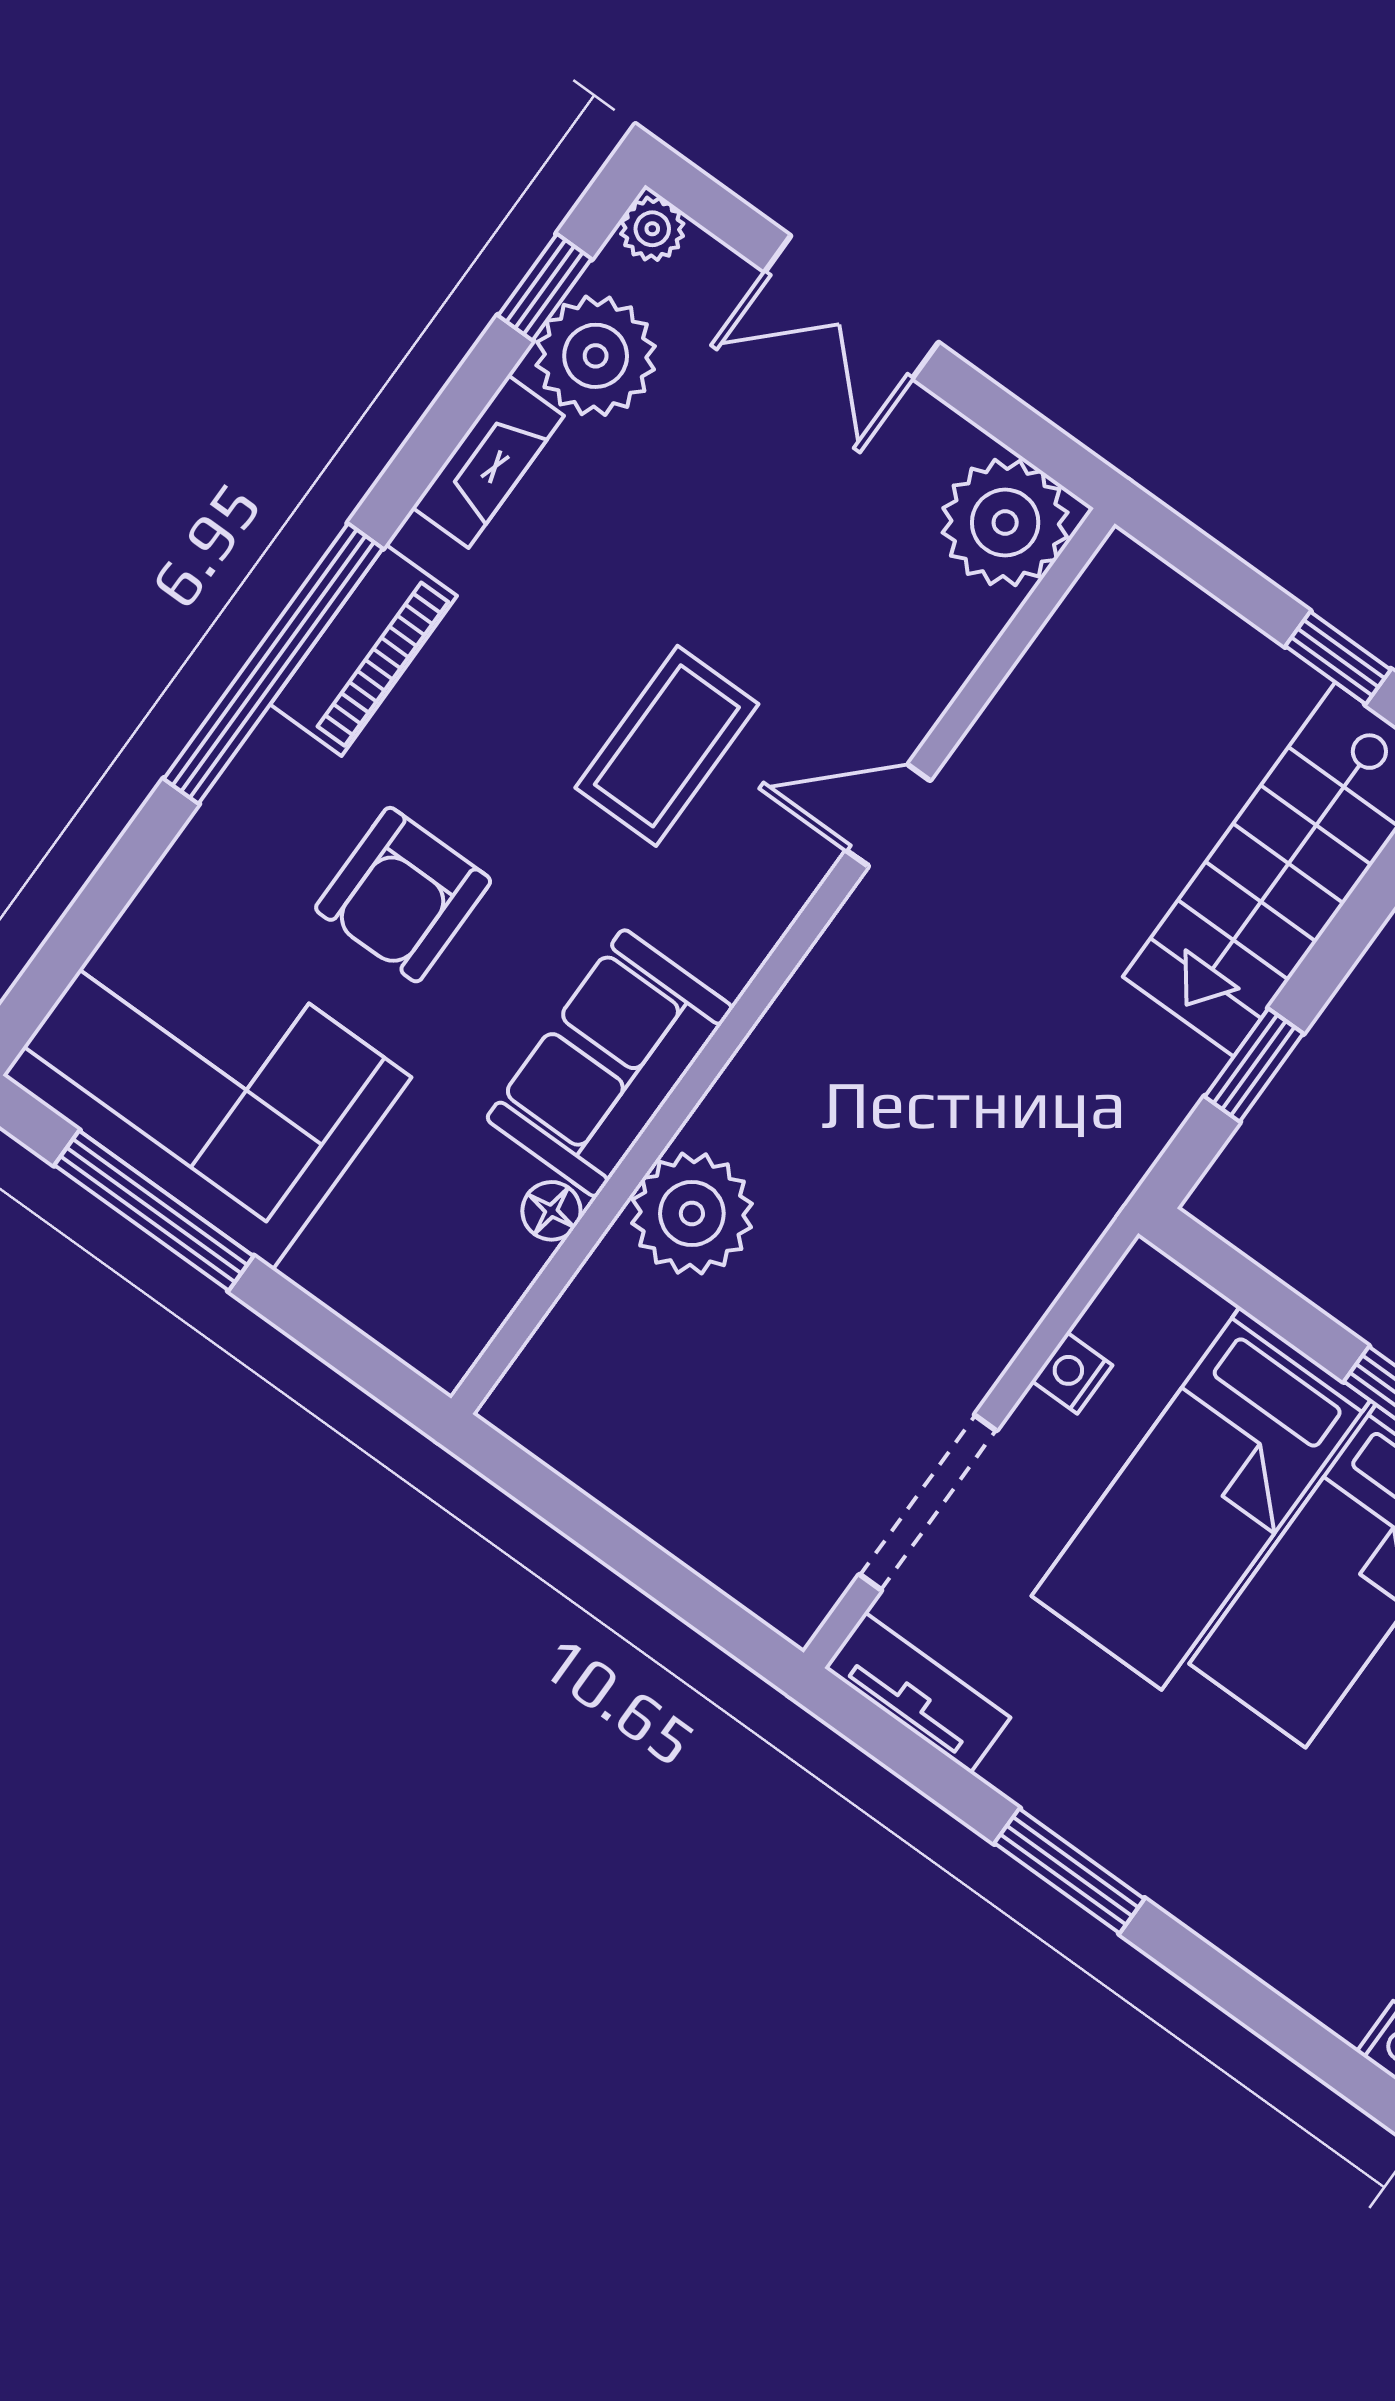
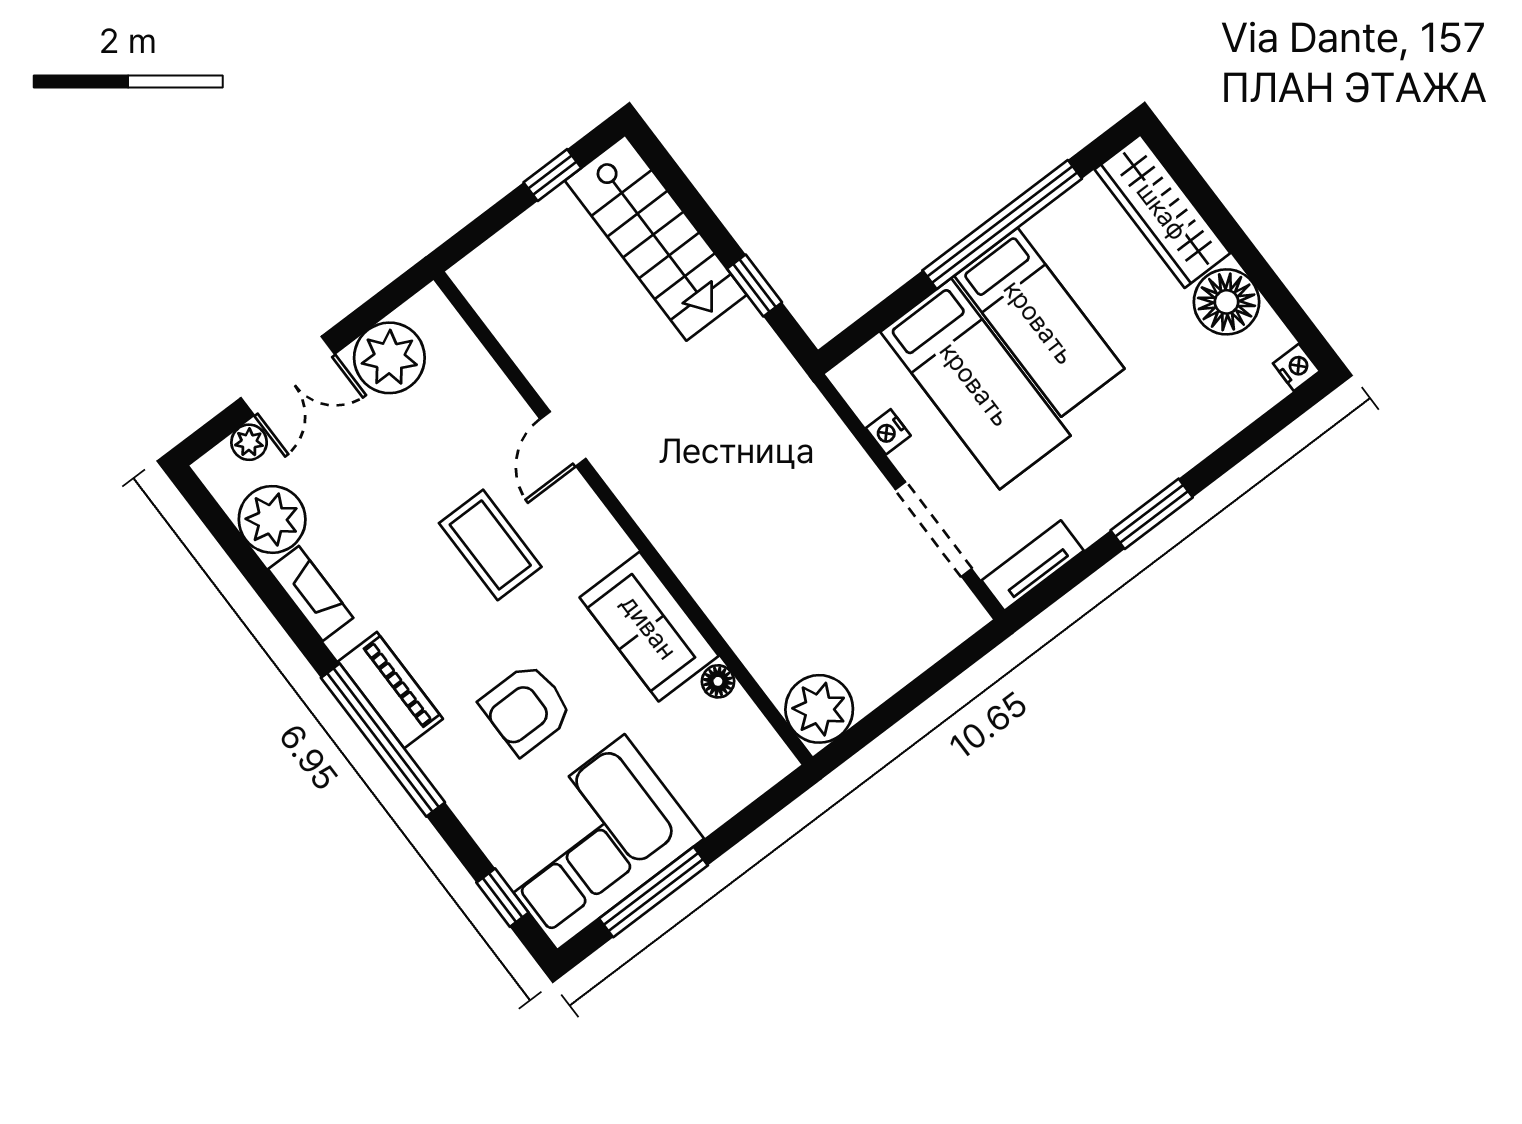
plant: (652, 229) -> (249, 442), moved
window: (545, 287) -> (502, 898), moved
plant: (1005, 523) -> (389, 358), moved
armchair: (403, 895) -> (526, 709), turned 90
plant: (692, 1213) -> (819, 709), moved

